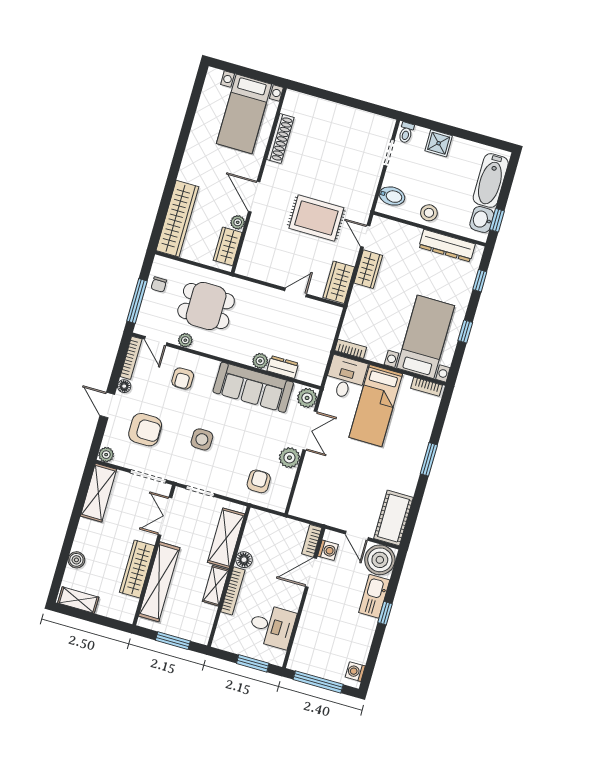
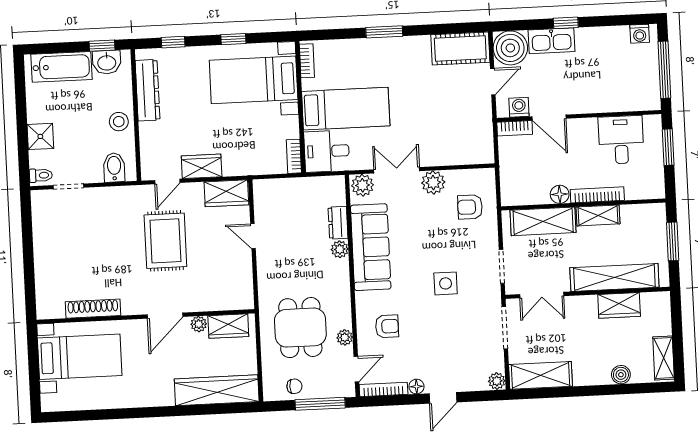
armchair: (145, 430) -> (456, 348), removed
wardrobe: (137, 569) -> (619, 305), width x0.67

